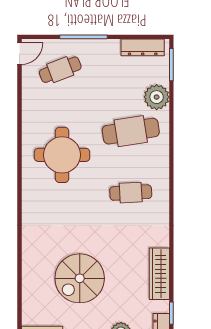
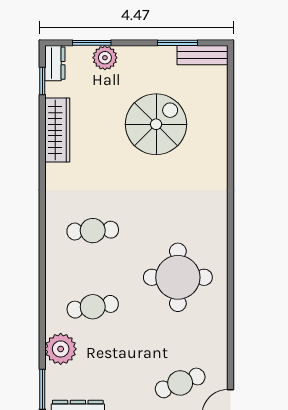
cafe table: (131, 131) -> (93, 307), width x0.73, depth x0.74

